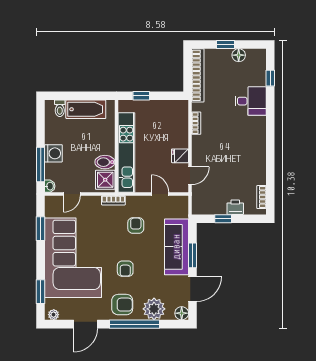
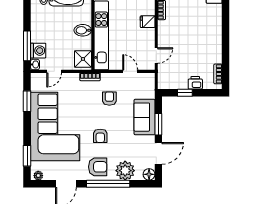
washing machine: (53, 153) -> (38, 51), moved
fridge: (180, 156) -> (148, 22), moved
bidet: (105, 162) -> (83, 30), moved
sofa: (176, 247) -> (145, 117), width x0.73

